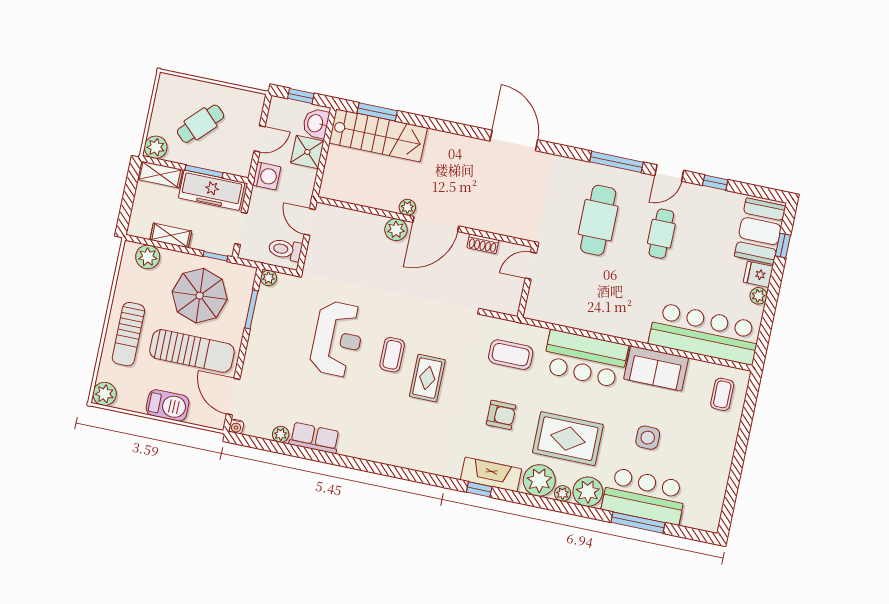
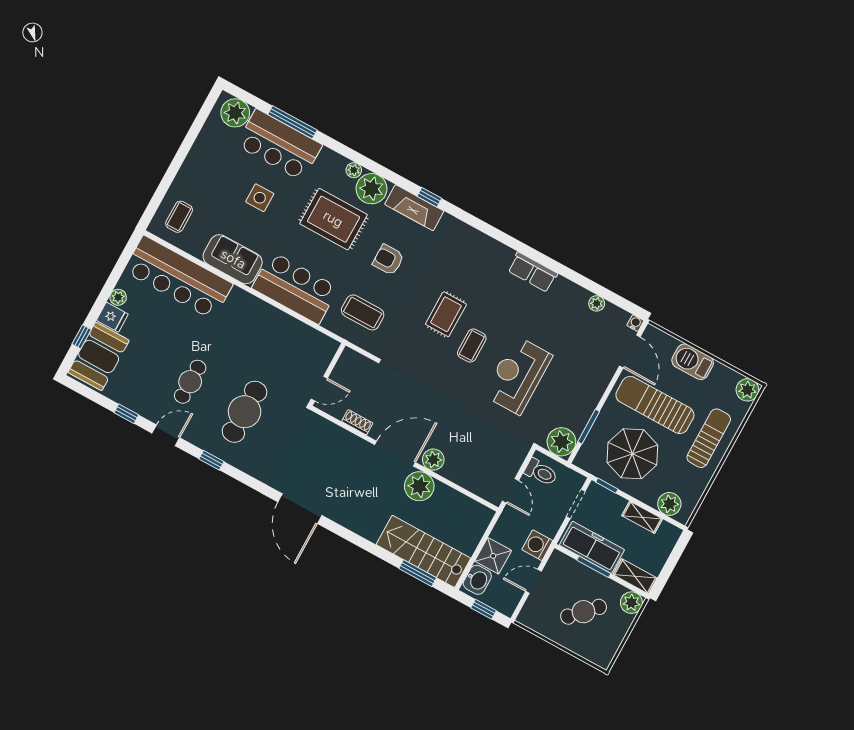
window: (616, 162) -> (211, 460), width x0.46
plant: (407, 207) -> (419, 486), width x1.88, depth x1.88
plant: (269, 278) -> (561, 442), width x1.88, depth x1.88
row of seats: (314, 438) -> (533, 272), moved
plant: (588, 492) -> (235, 113), moved

